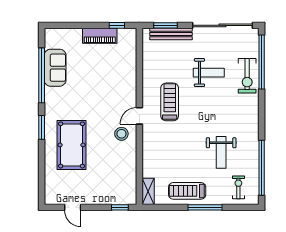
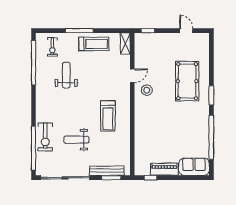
sofa: (55, 68) -> (194, 167), moved, turned 90
exercise bike: (247, 76) -> (45, 137), turned 180
door: (139, 116) -> (132, 76), moved

